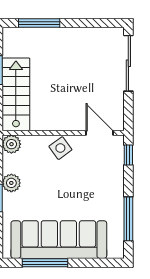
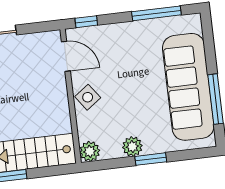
door: (99, 133) -> (66, 56), swing flipped

